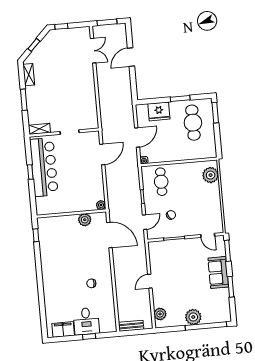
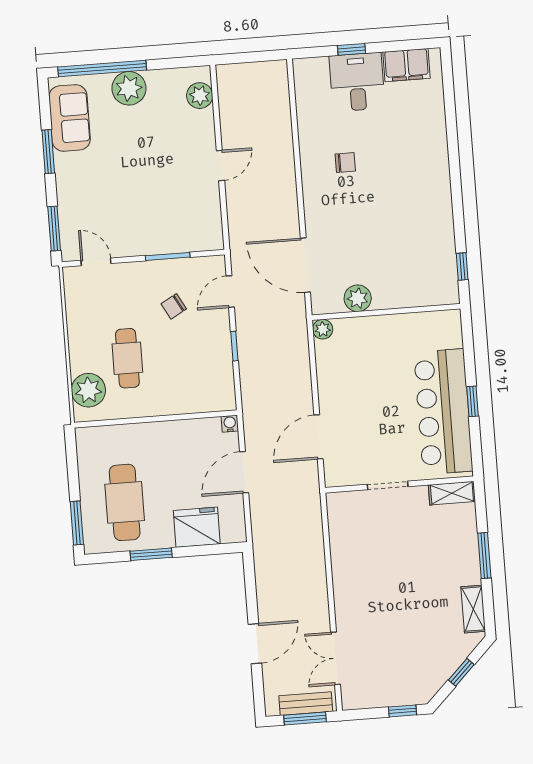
cafe table: (161, 182) -> (127, 358), moved
sofa: (218, 273) -> (70, 118), moved
bench: (131, 326) -> (306, 704), moved

